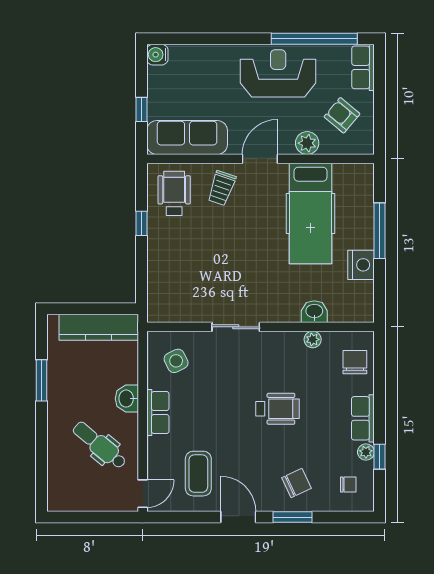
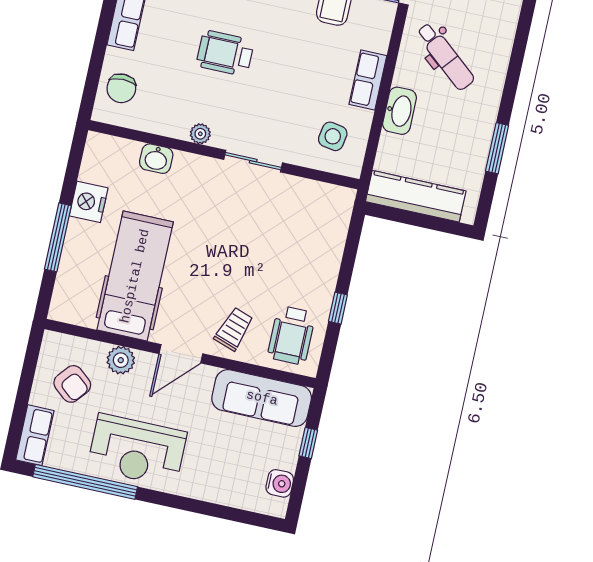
water cooler: (157, 55) -> (280, 483), moved
plant: (313, 339) -> (200, 134), moved
side table: (176, 361) -> (333, 136), turned 36
washbasin: (127, 399) -> (400, 111), width x1.38

